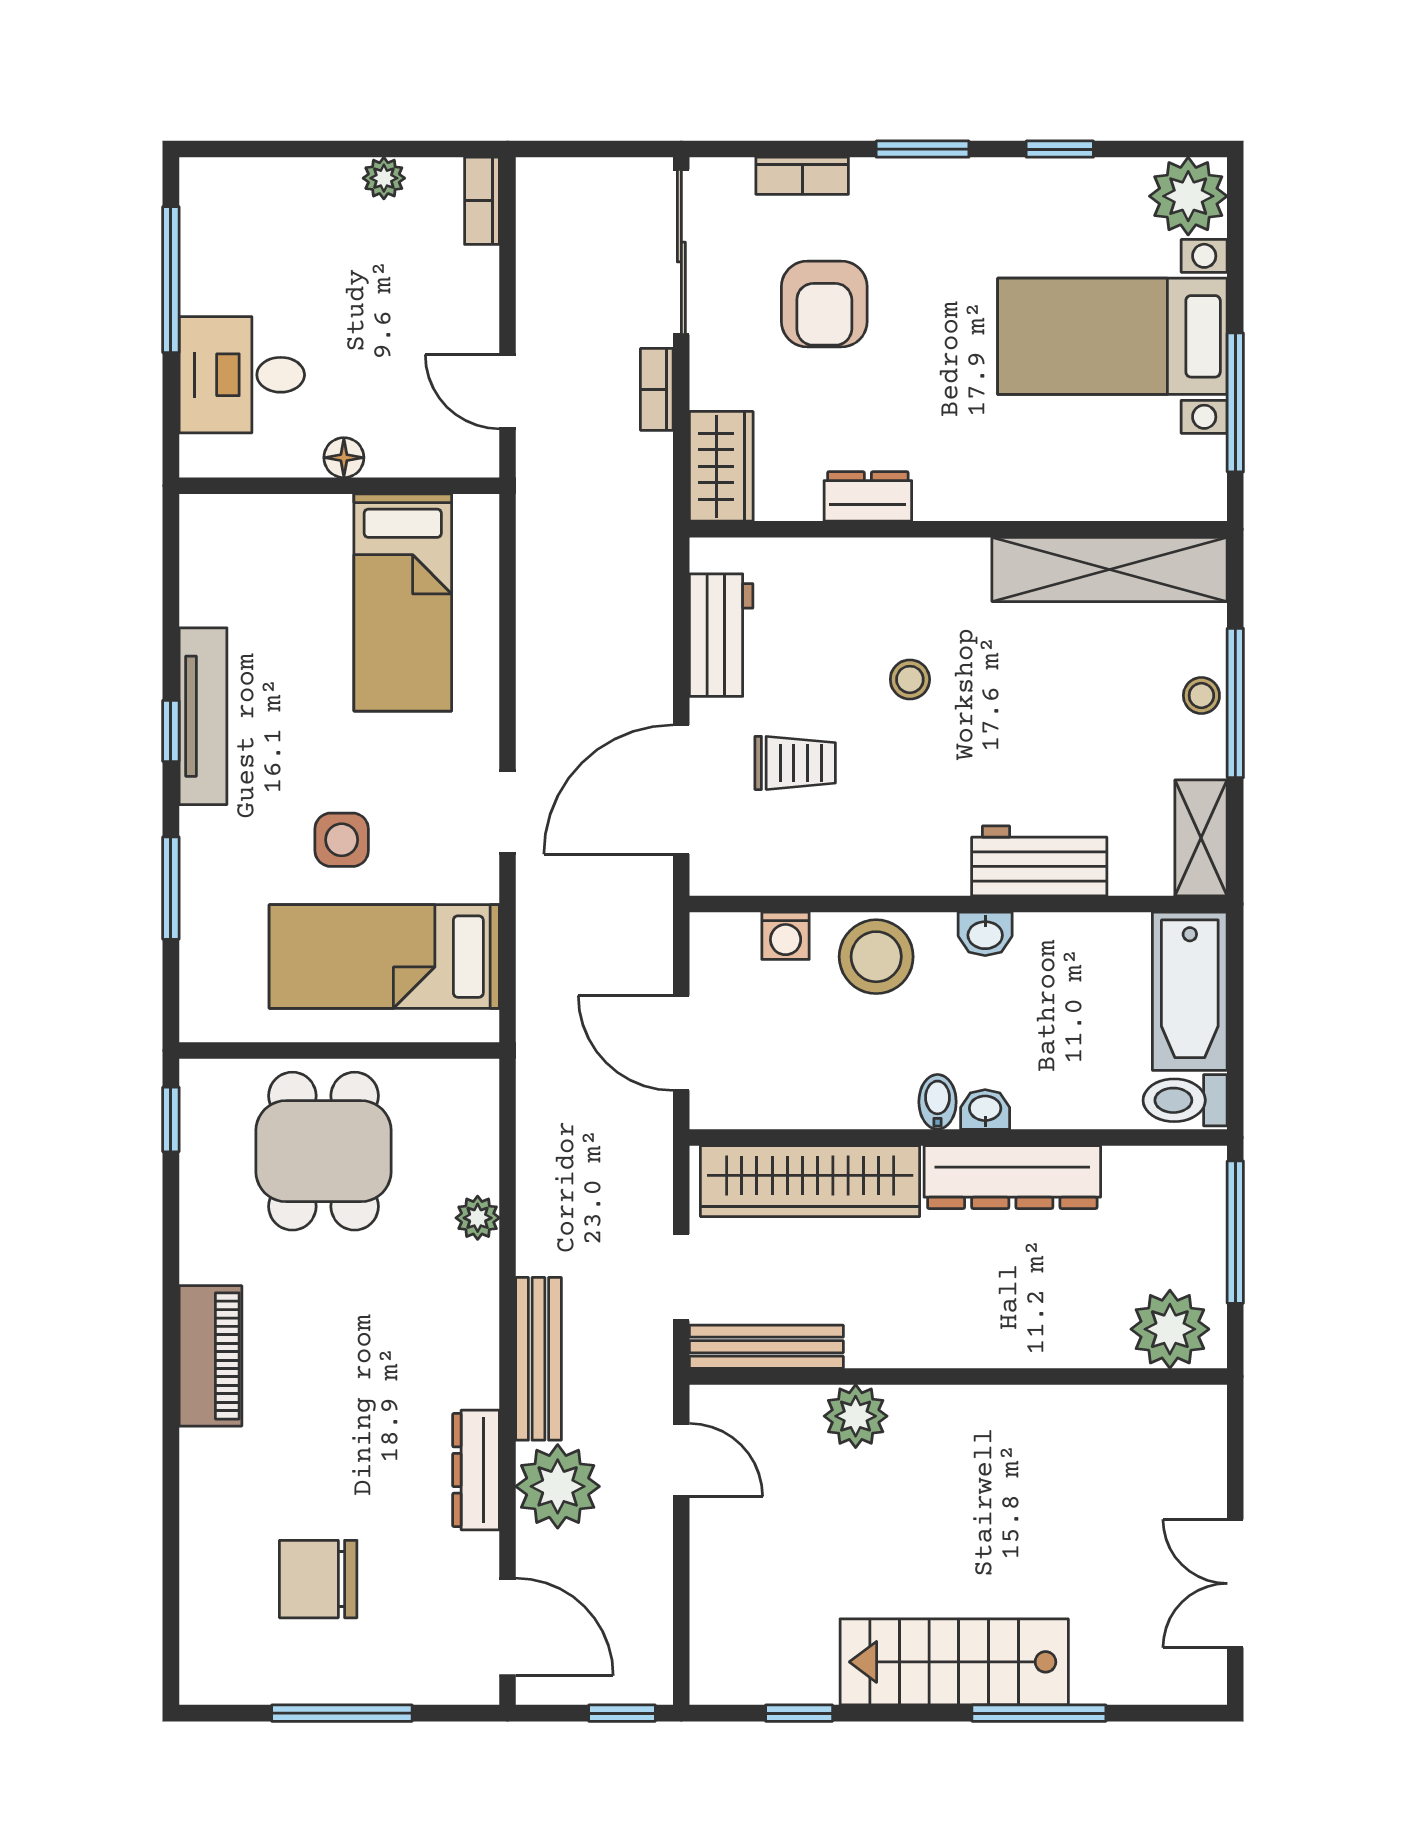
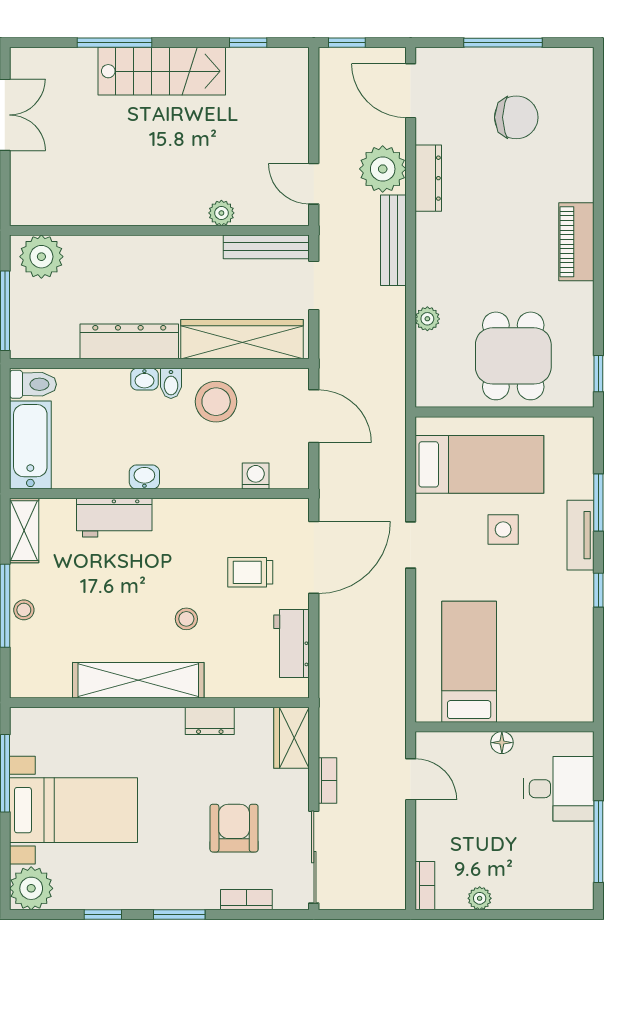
shelving: (1110, 569) -> (138, 680), moved
tv unit: (203, 716) -> (580, 535), moved, width x0.71
stool: (876, 957) -> (216, 402), moved
plant: (856, 1416) -> (221, 213), width x0.73, depth x0.73

